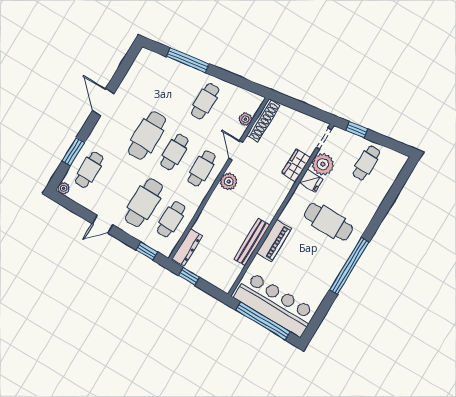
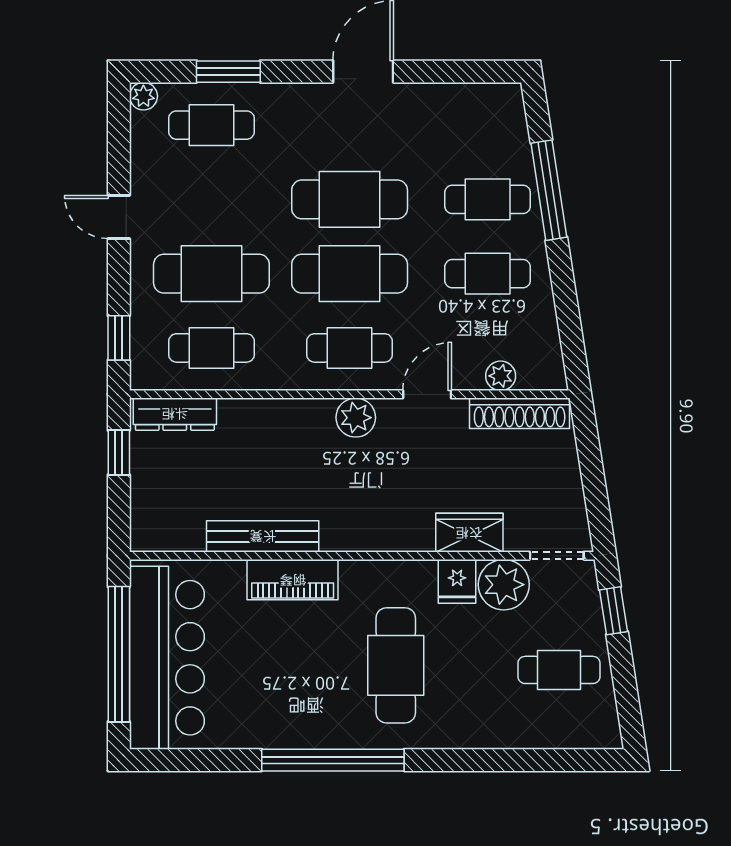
cafe table: (178, 85) -> (488, 199), added
cafe table: (174, 152) -> (350, 274), width x1.37, depth x1.35

